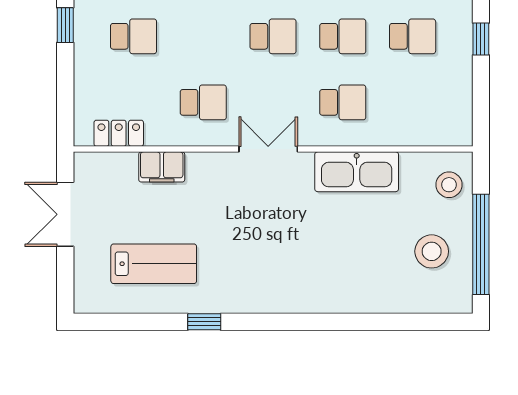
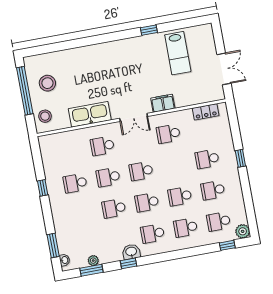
filing cabinet: (162, 167) -> (163, 103), moved
lab bench: (154, 264) -> (178, 53), turned -90

